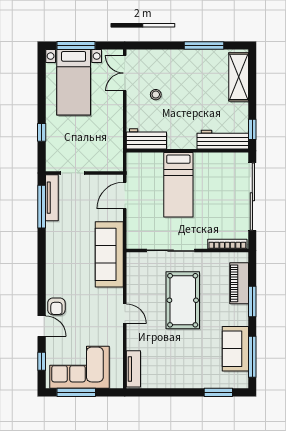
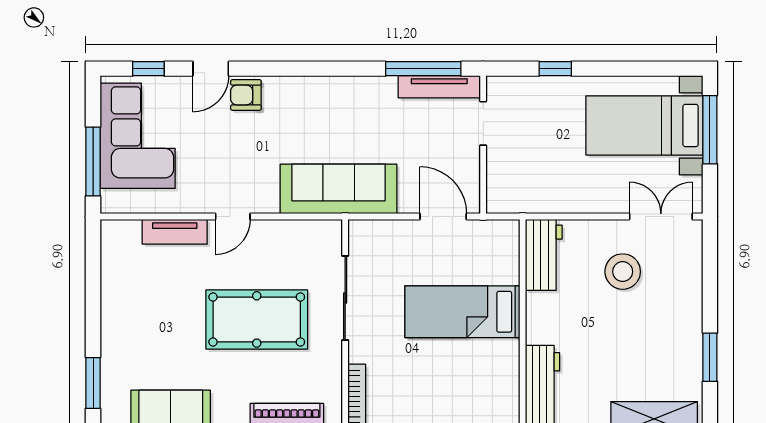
window: (204, 45) -> (710, 357), width x0.69
stool: (156, 95) -> (623, 272), width x1.89, depth x1.89
tv unit: (133, 369) -> (175, 232), moved
window: (76, 392) -> (93, 162), moved

